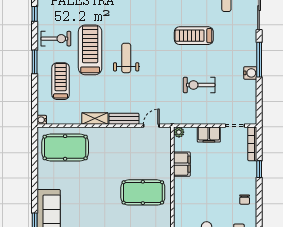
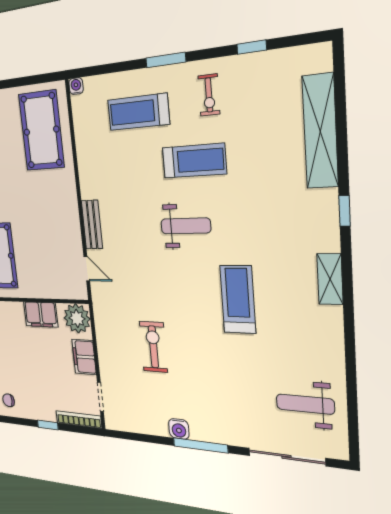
treadmill: (194, 36) -> (238, 299), moved
exercise bike: (56, 39) -> (209, 95), width x0.73, depth x0.72
treadmill: (90, 50) -> (194, 161), width x0.73, depth x0.73
treadmill: (61, 81) -> (138, 112), turned 180
shelving: (95, 119) -> (87, 177), removed
plant: (179, 132) -> (77, 318), width x1.87, depth x1.87

